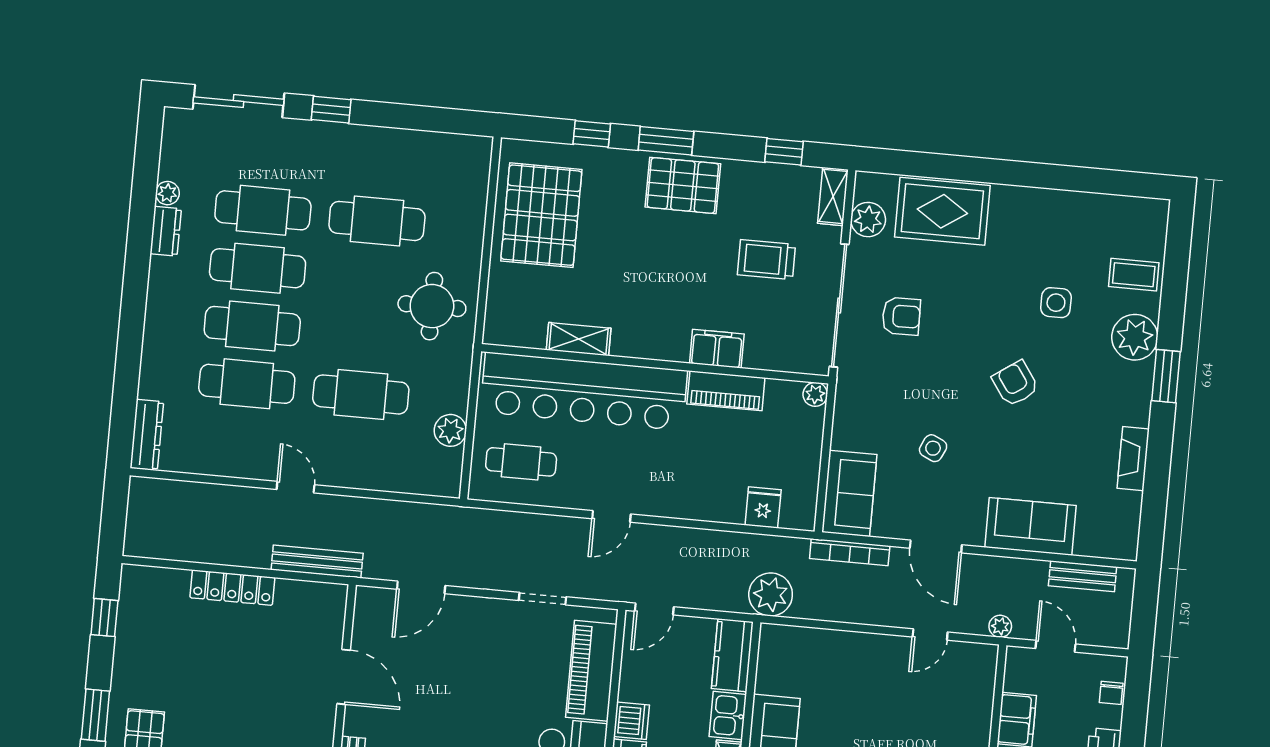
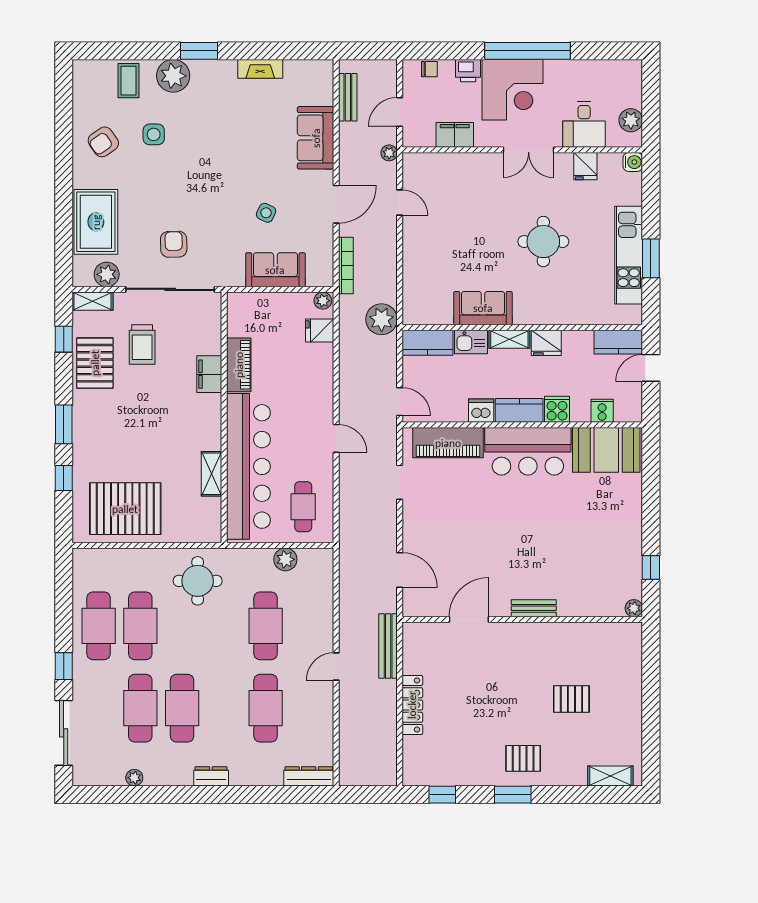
pallet: (683, 185) -> (95, 363), moved
dresser: (166, 231) -> (211, 776), moved
cafe table: (252, 326) -> (99, 626), moved
armchair: (1015, 383) -> (103, 142), moved
plant: (815, 394) -> (323, 301), moved
sofa: (849, 493) -> (275, 270), moved

